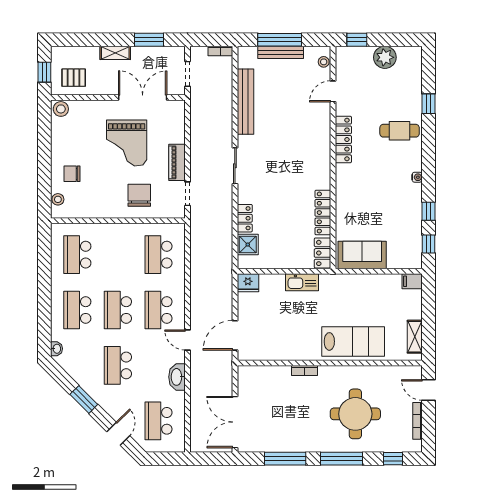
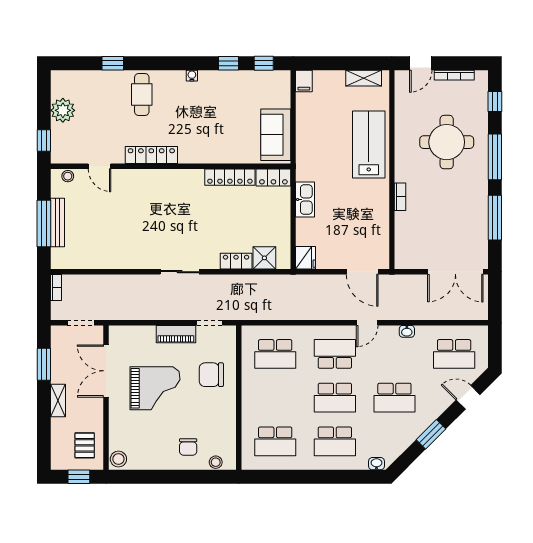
bench: (245, 102) -> (111, 260), removed
school desk: (158, 310) -> (335, 354), turned 180
washbasin: (177, 377) -> (407, 331), width x0.52, depth x0.69

